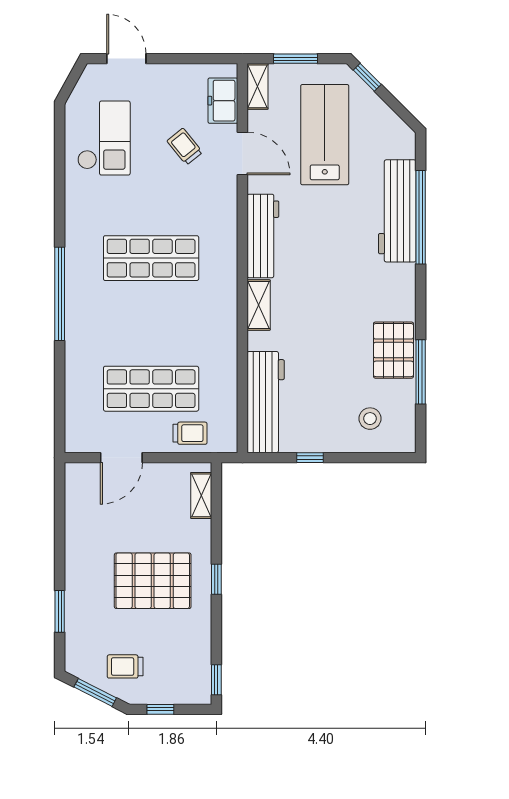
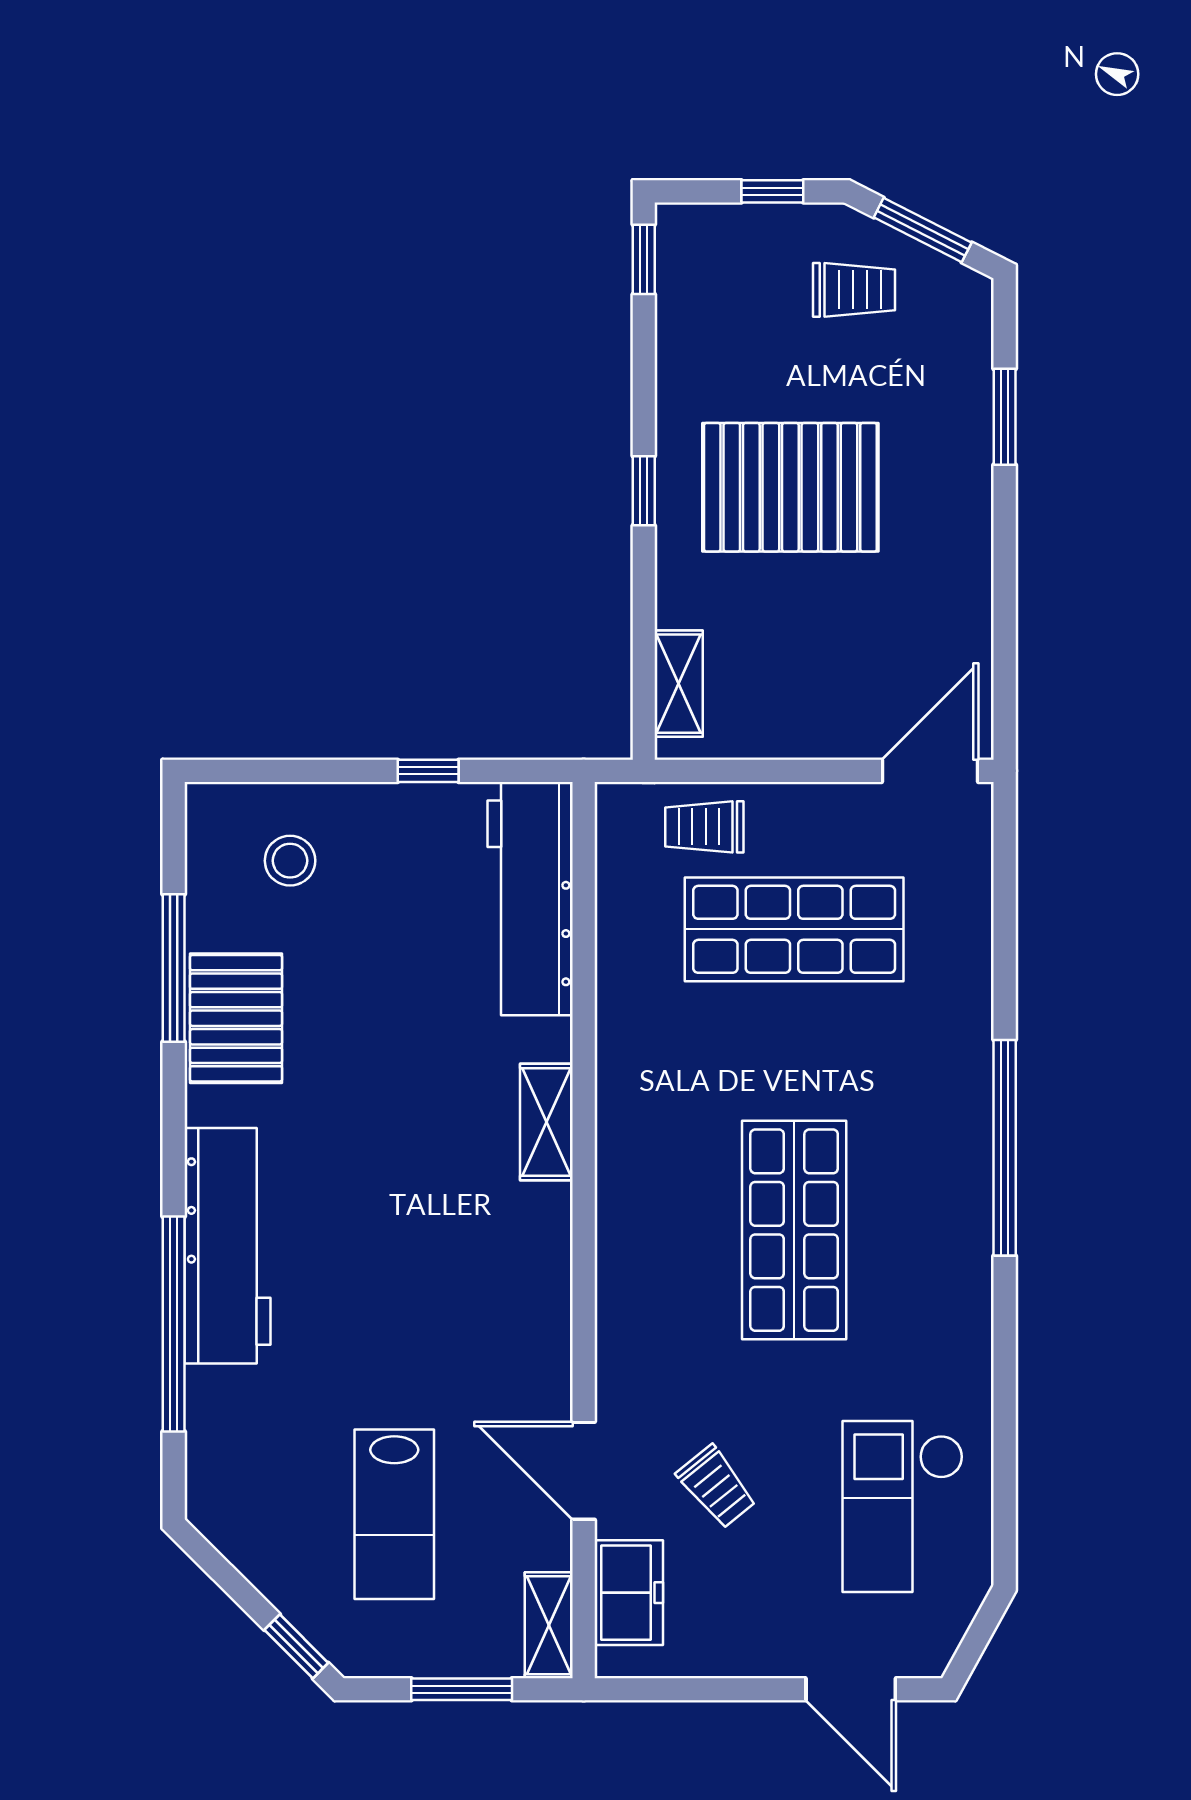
lab bench: (325, 135) -> (394, 1514), width x0.73, depth x0.72
workbench: (397, 211) -> (227, 1246), moved
workbench: (263, 236) -> (536, 1281), removed
shop shelf: (151, 258) -> (794, 1230), turned 90
door: (121, 458) -> (930, 771), moved

